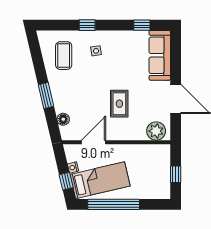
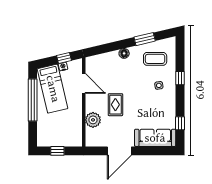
window: (46, 95) -> (145, 39), moved
rug: (119, 104) -> (115, 105), turned 90
floor lamp: (63, 119) -> (124, 53), moved
plant: (156, 131) -> (93, 120), moved
window: (66, 181) -> (64, 58), moved

